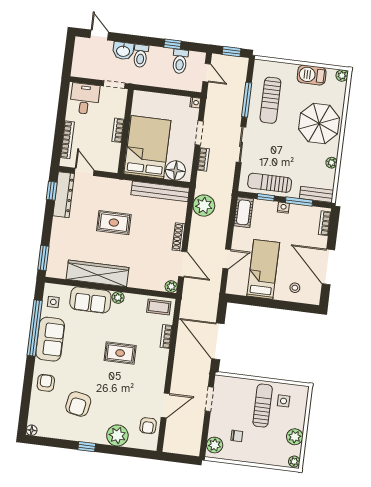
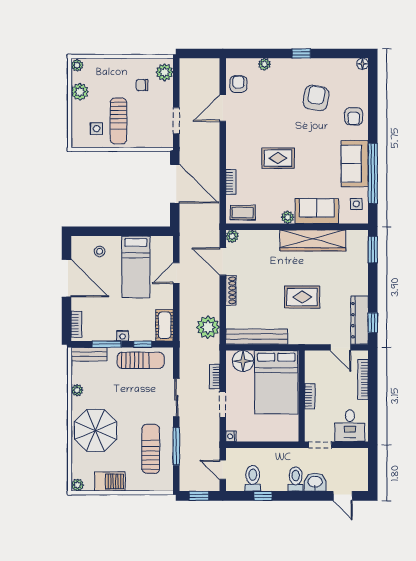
plant: (117, 435) -> (264, 64), width x0.53, depth x0.53

